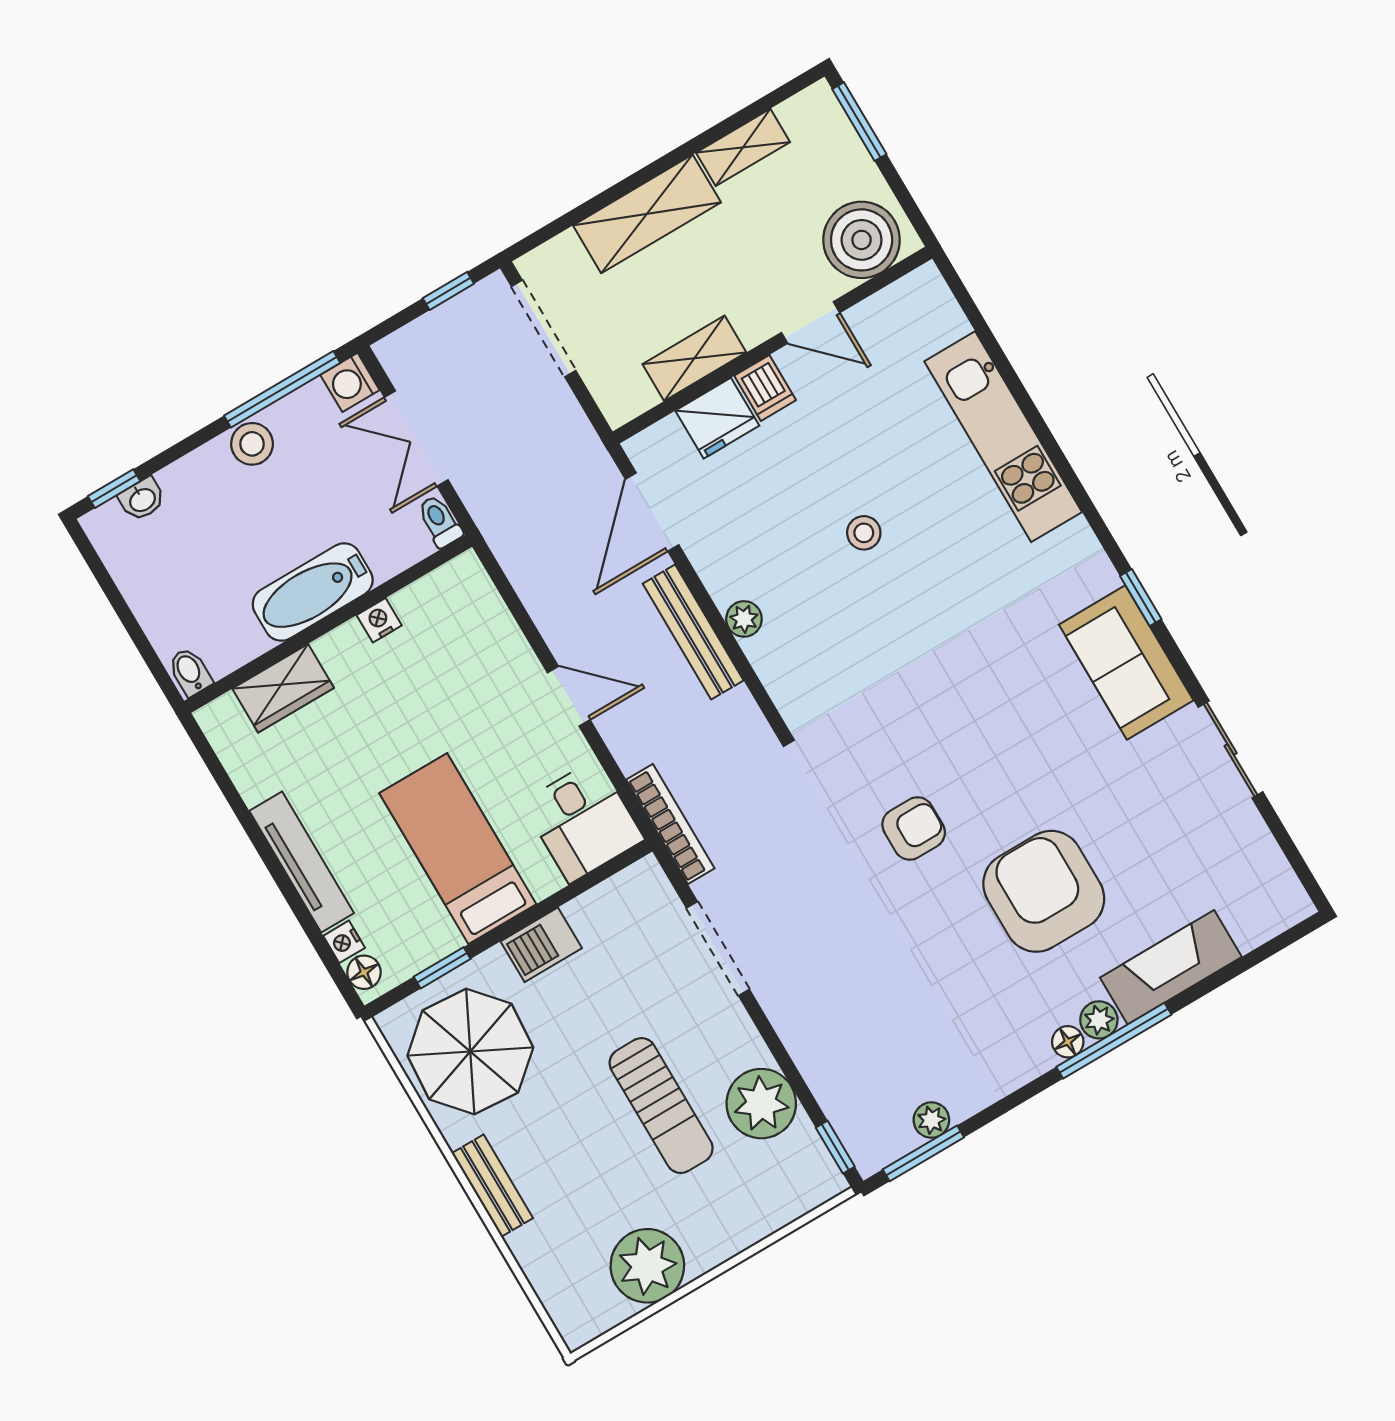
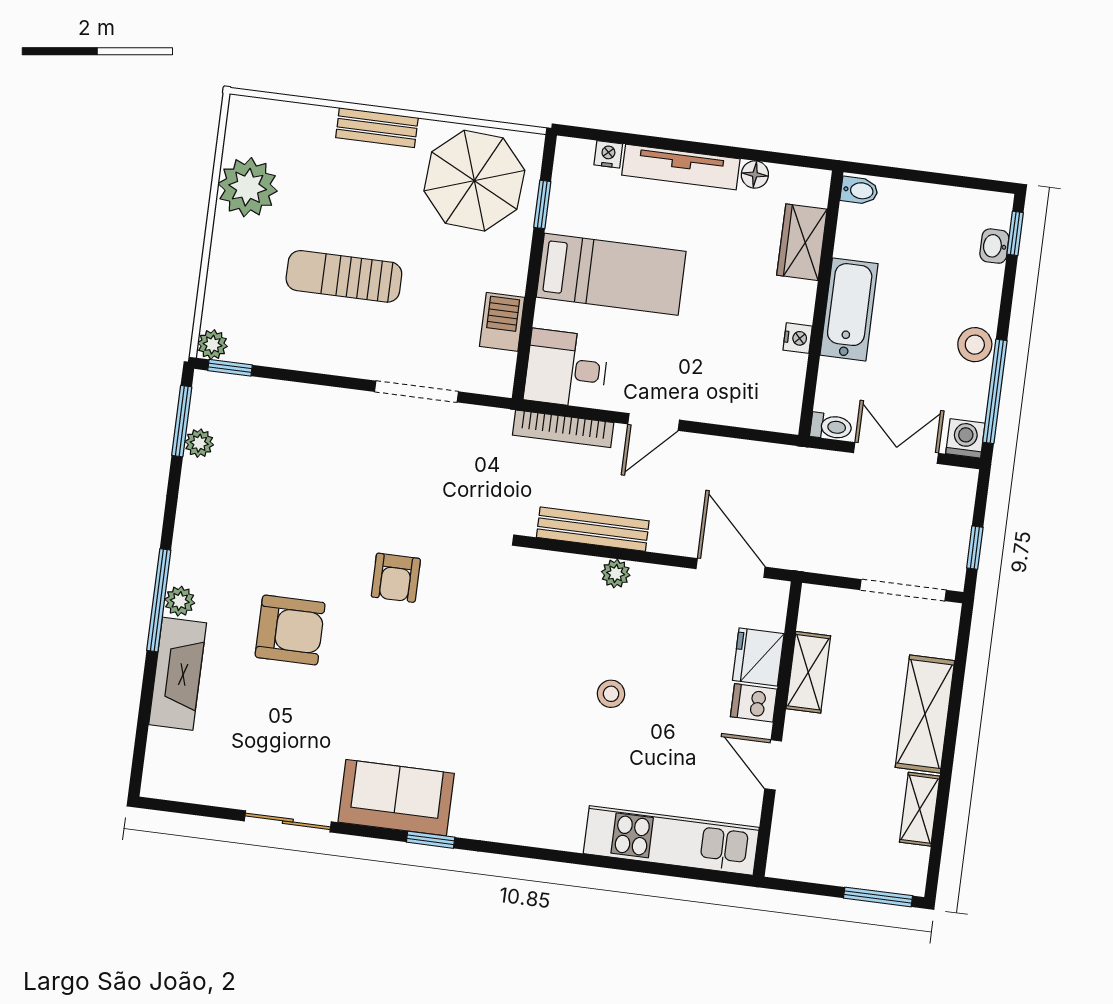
boiler: (862, 240) -> (801, 839), removed
door: (811, 323) -> (773, 765), hinge flipped
kitchen unit: (1003, 437) -> (671, 840), moved
bench: (693, 632) -> (593, 529), moved
bookcase: (670, 824) -> (563, 429), moved
armchair: (1044, 891) -> (290, 630), width x0.73, depth x0.73
barbecue: (541, 945) -> (502, 322), moved
floor lamp: (364, 972) -> (755, 175), moved
floor lamp: (1068, 1042) -> (181, 570), removed
plant: (761, 1104) -> (212, 345), moved, width x0.53, depth x0.53

